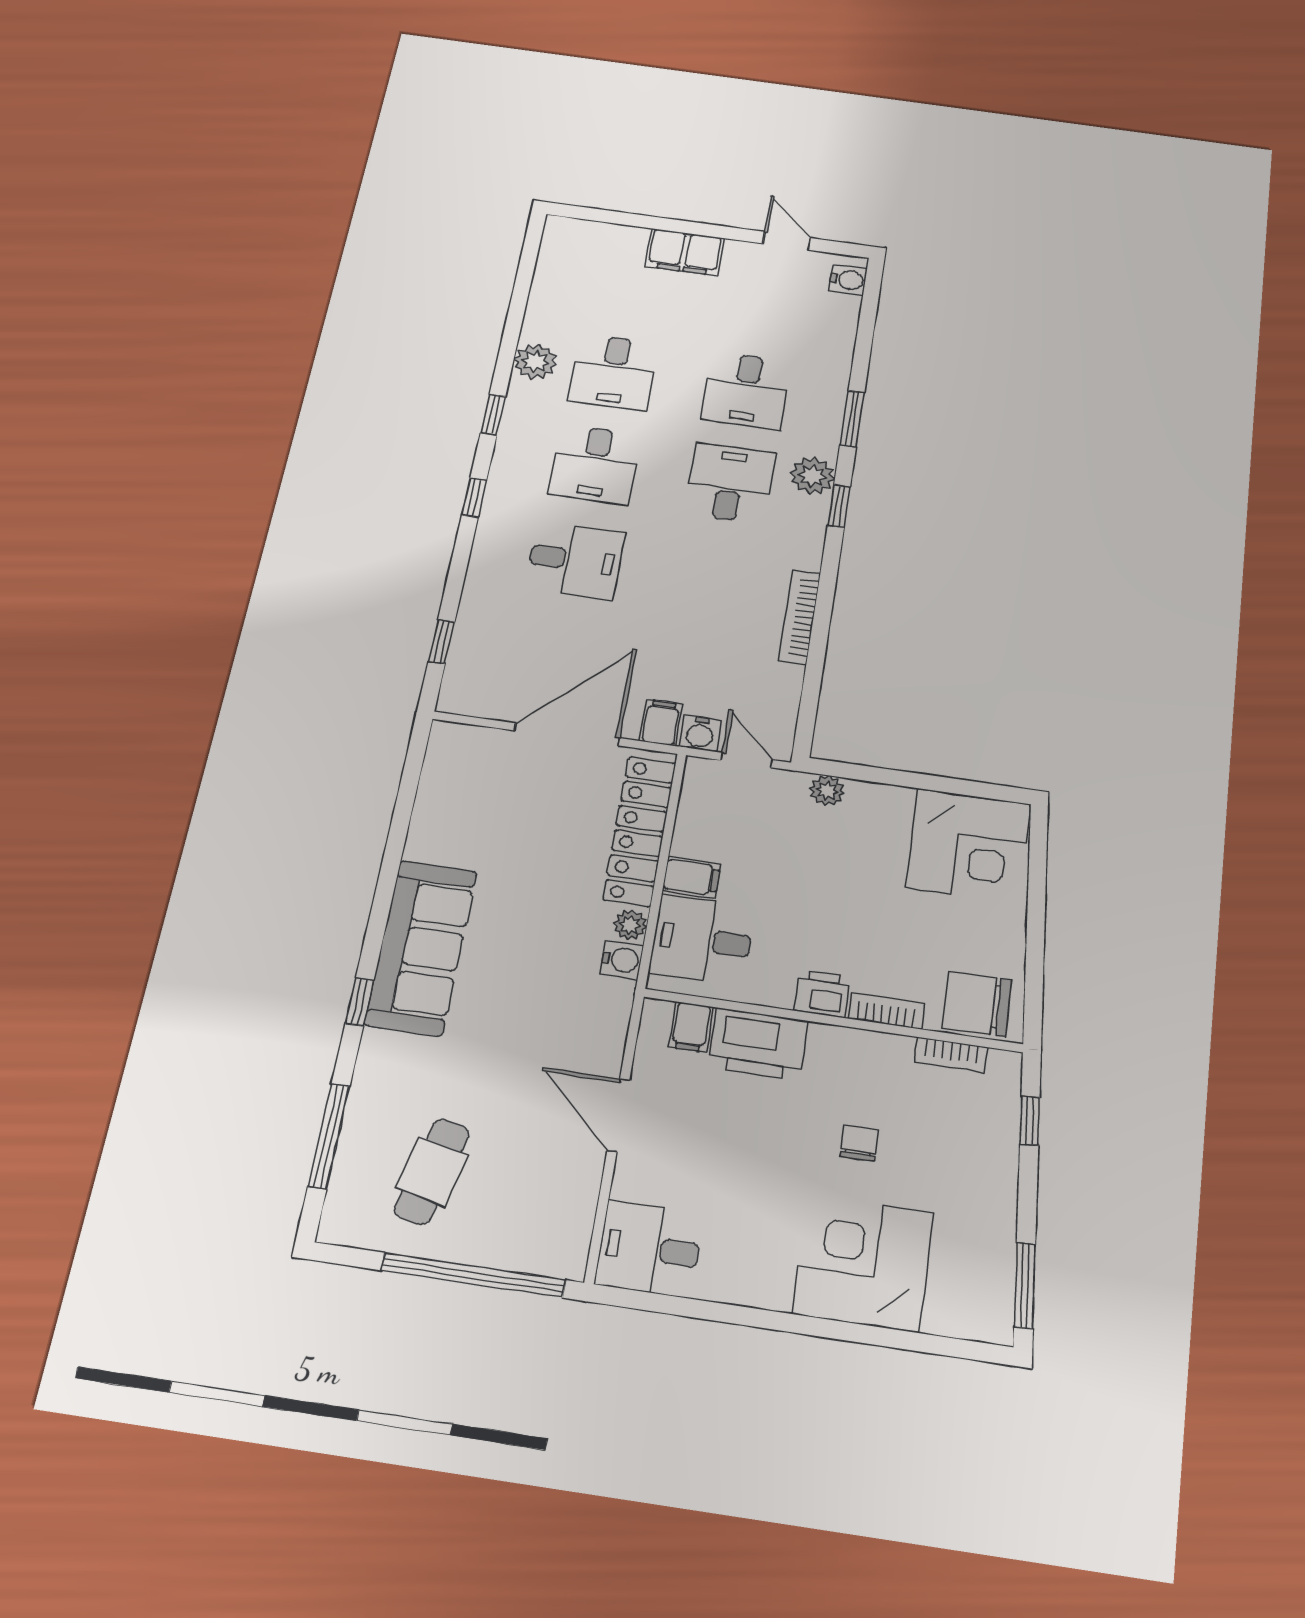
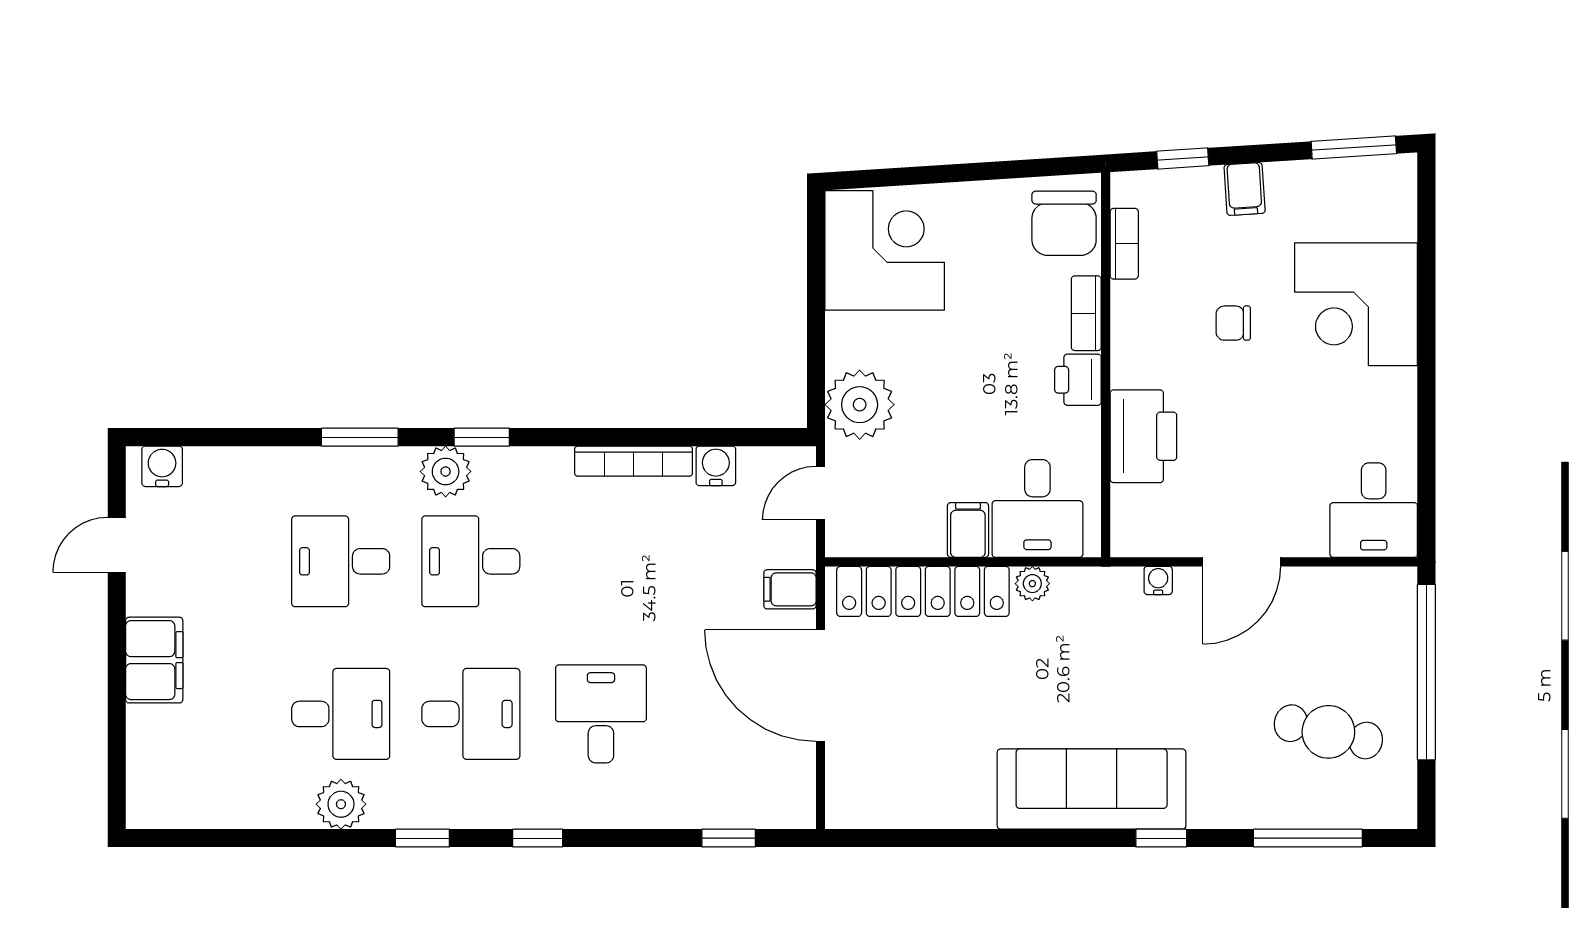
desk: (746, 390) -> (341, 561), turned 180
water cooler: (700, 733) -> (716, 466), moved, turned -90
plant: (827, 791) -> (860, 405), width x1.87, depth x1.87
water cooler: (622, 960) -> (1158, 580), moved, width x0.72, depth x0.72
filing cabinet: (691, 1027) -> (1245, 189), moved, turned 86

